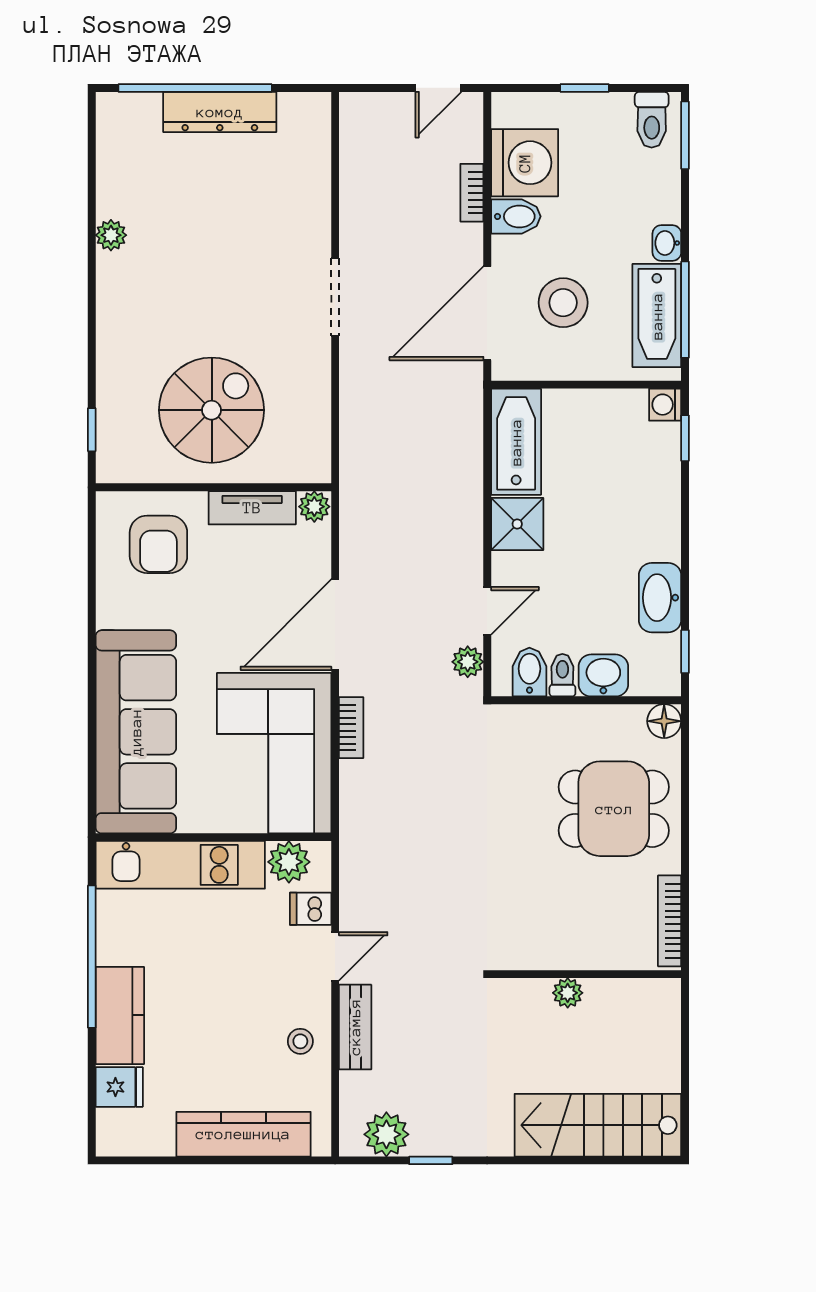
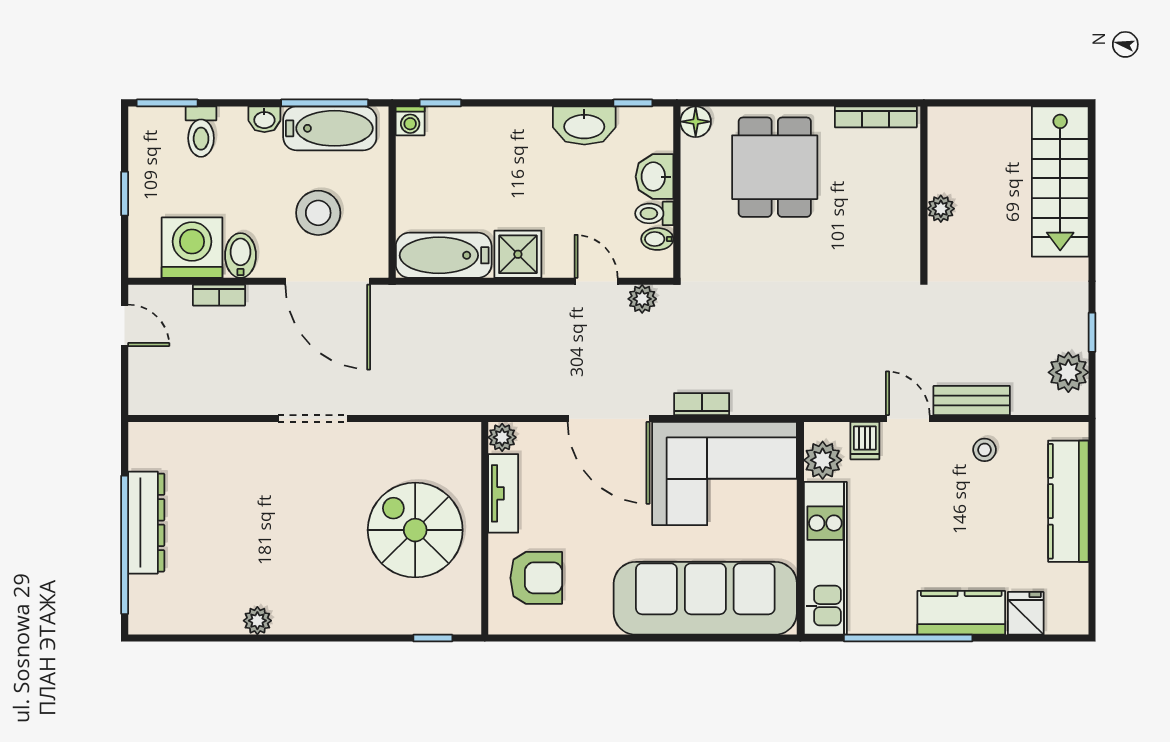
toilet: (652, 120) -> (201, 132), moved, turned 90
bidet: (529, 672) -> (657, 239), width x0.72, depth x0.74

